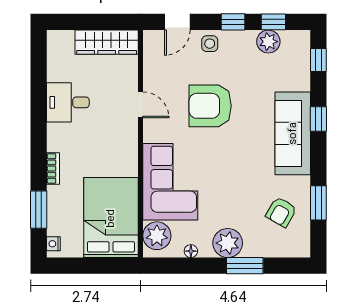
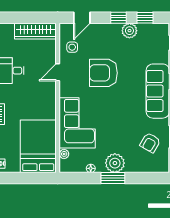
plant: (268, 42) -> (129, 31), moved
side table: (210, 44) -> (72, 47), moved
door: (140, 105) -> (58, 72), swing flipped
plant: (157, 236) -> (64, 154), width x0.53, depth x0.53
window: (245, 266) -> (113, 178), moved

